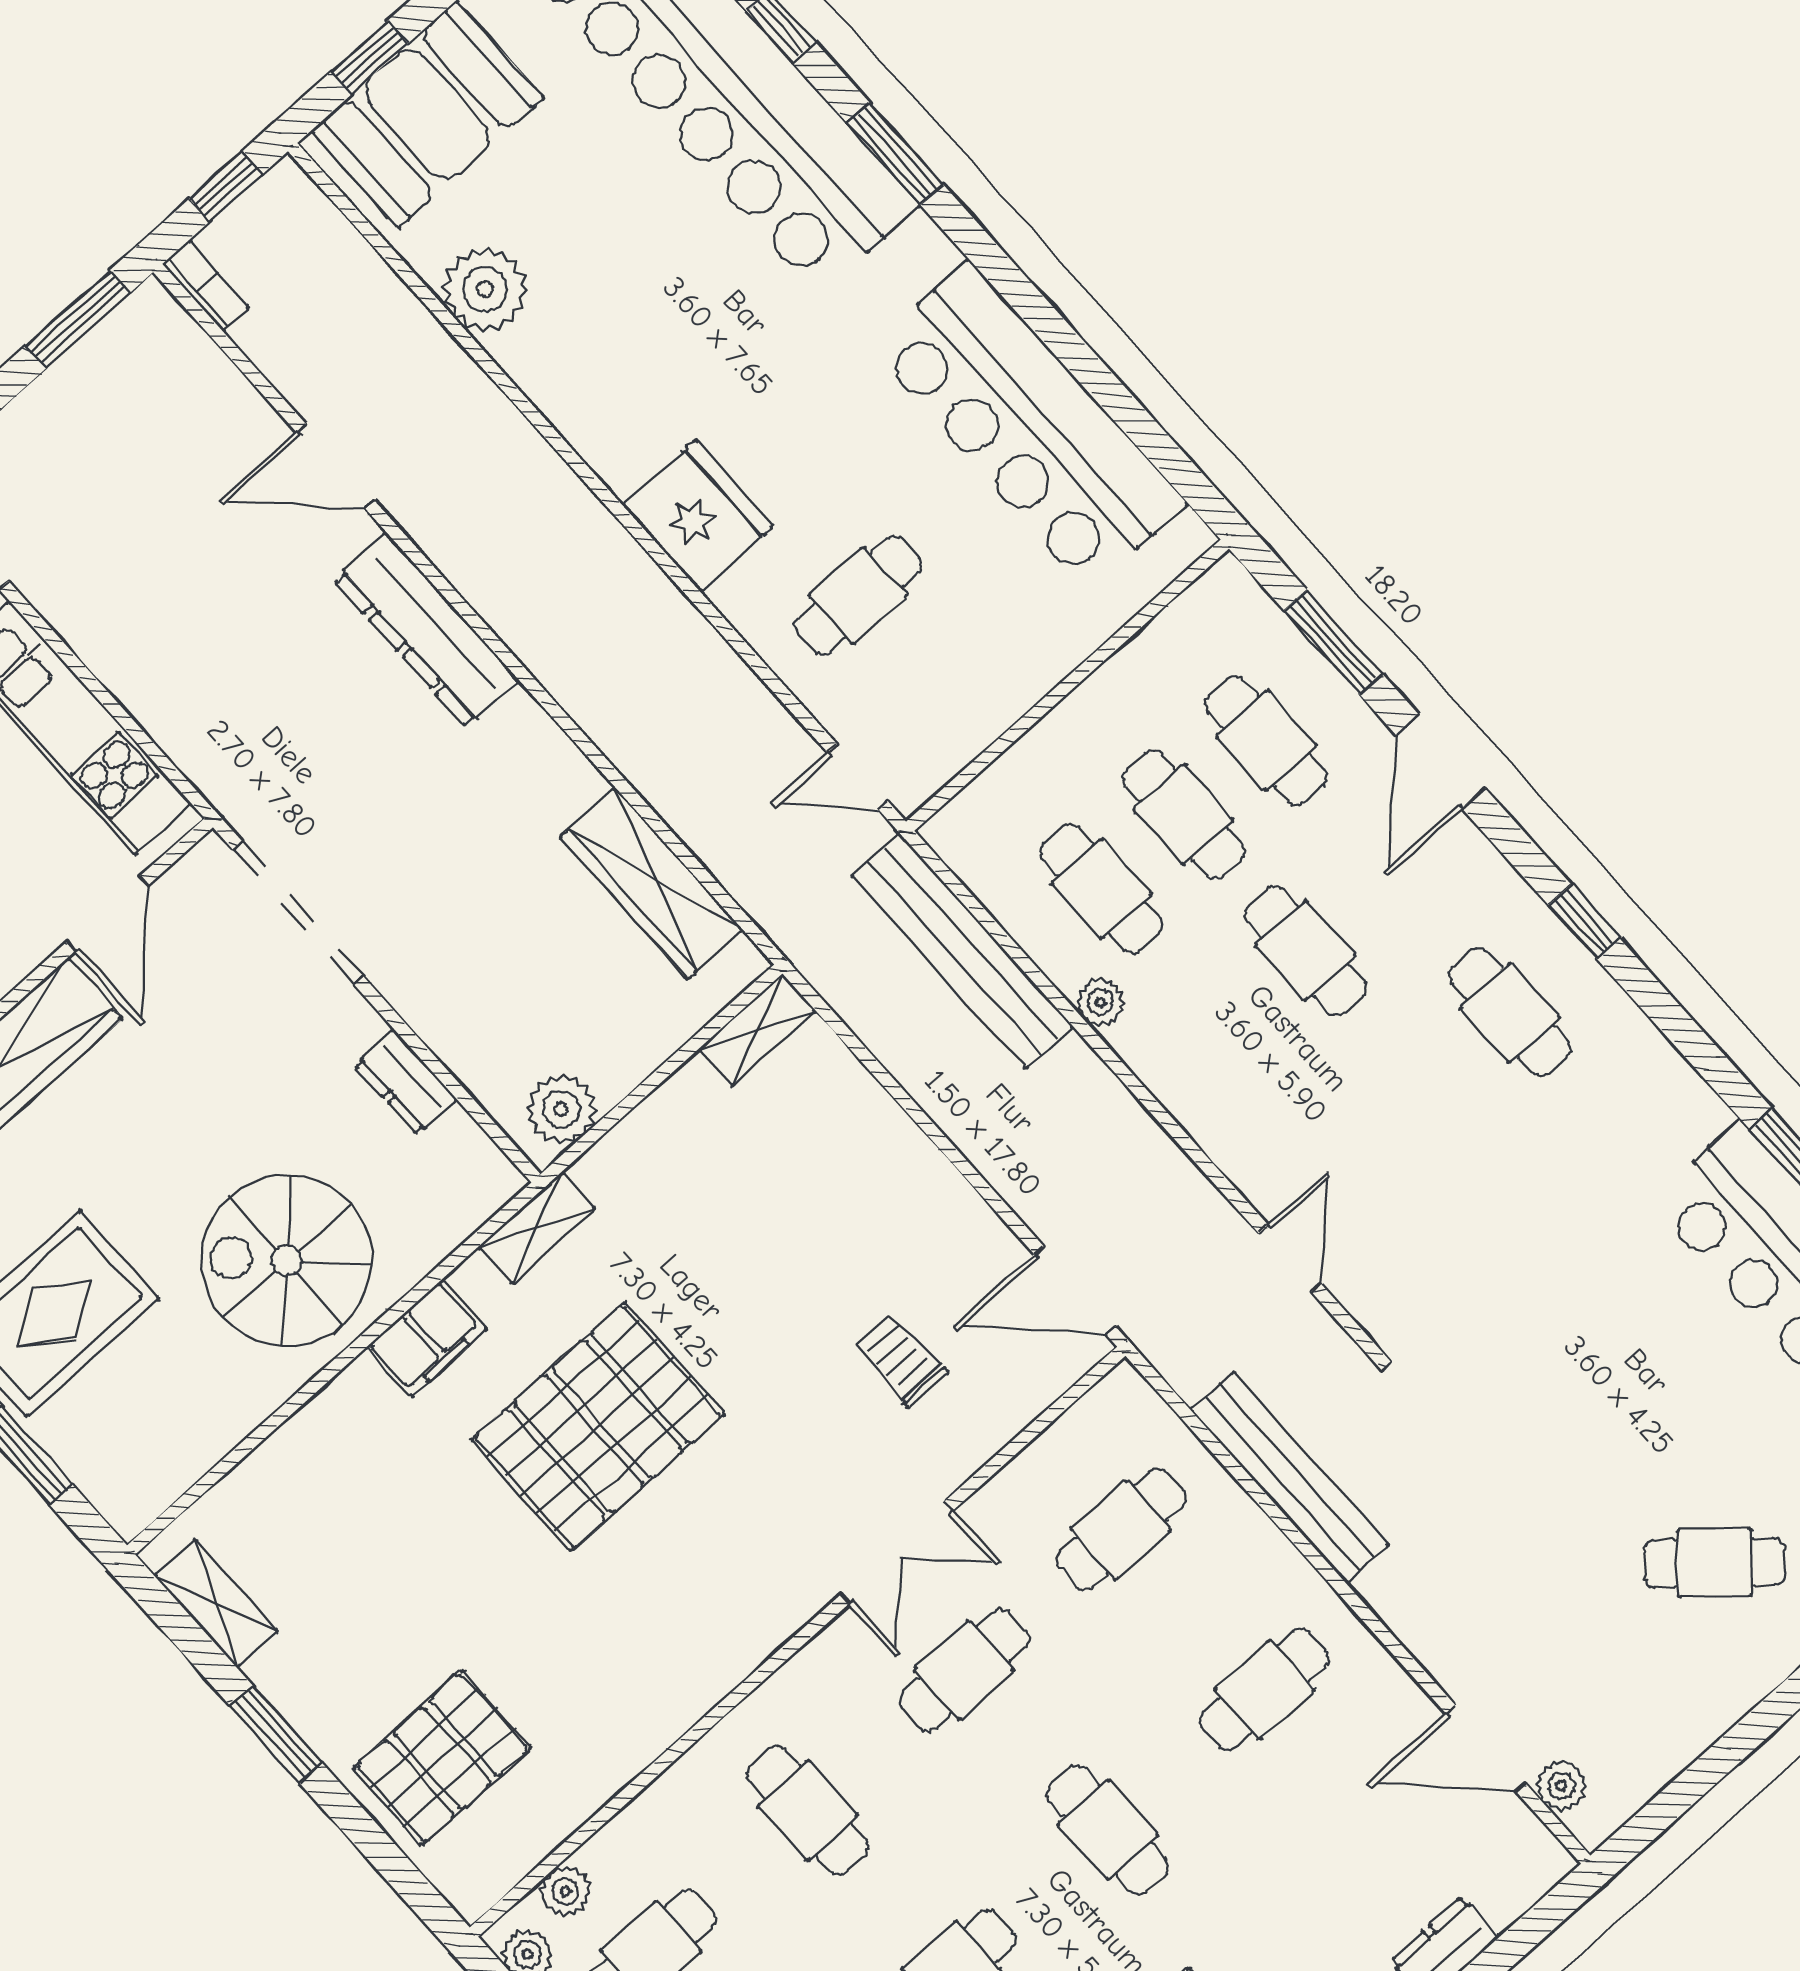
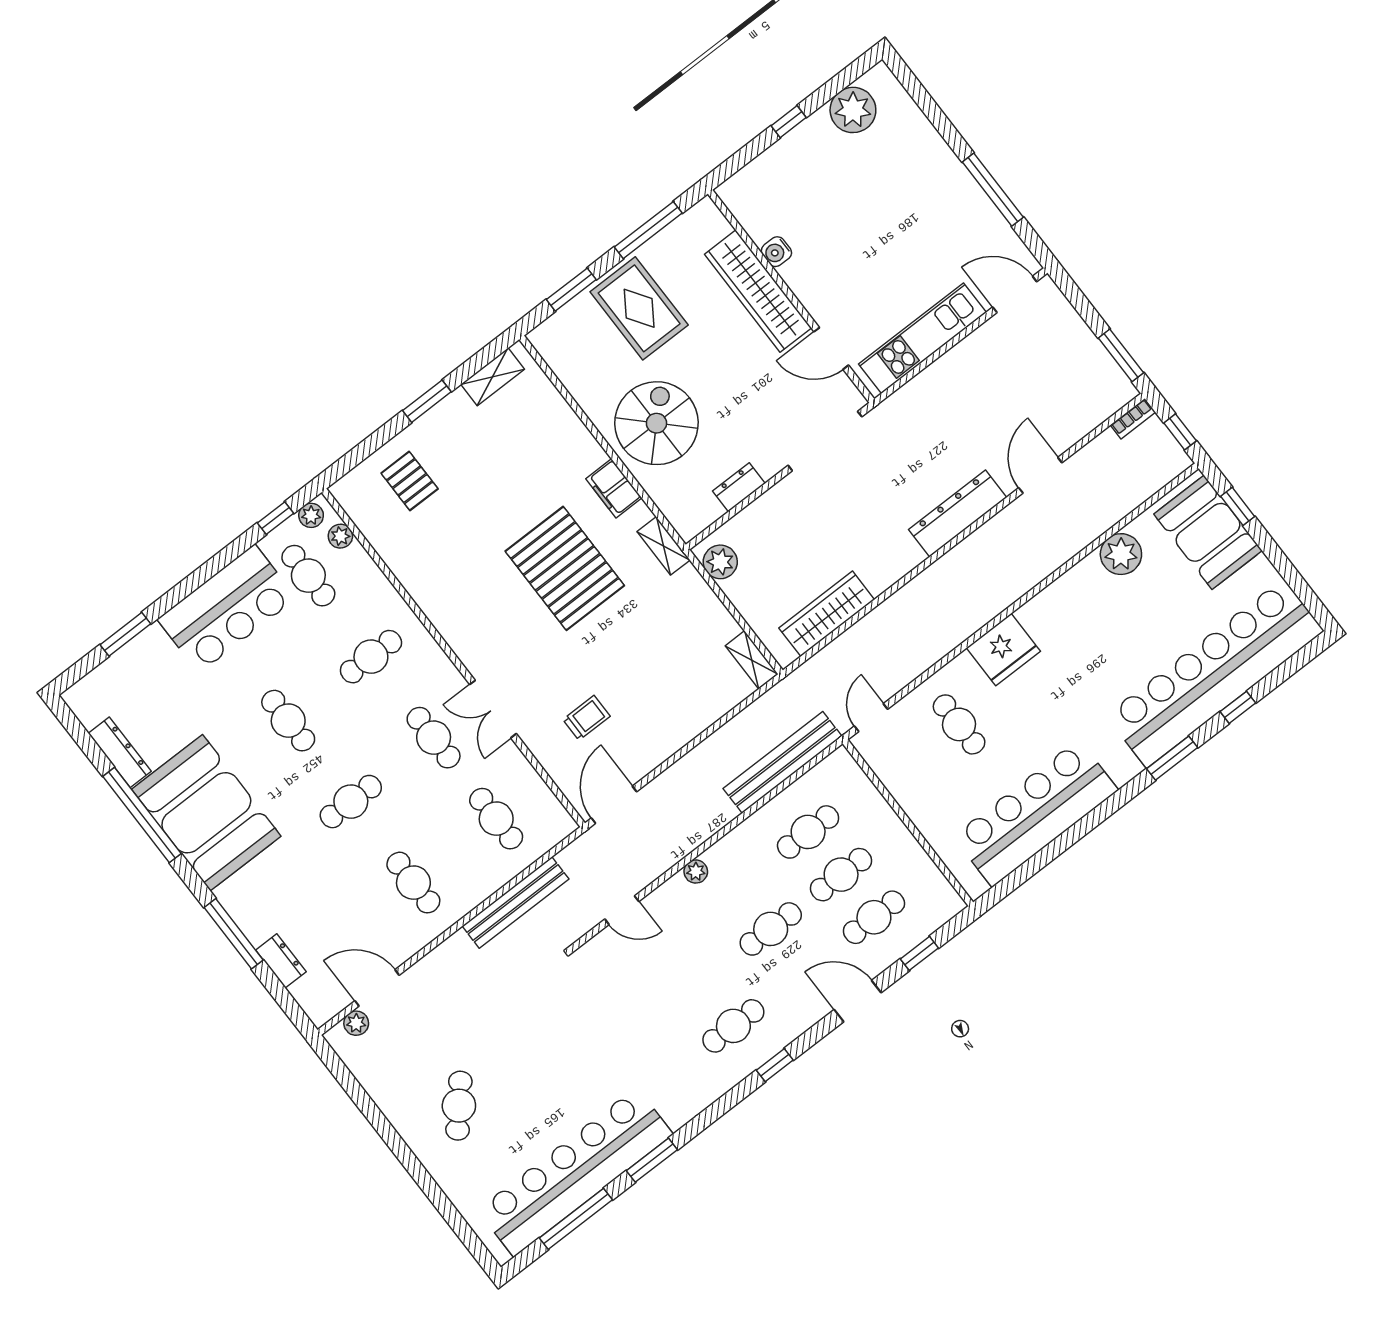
window: (1333, 642) -> (919, 953), width x0.67
plant: (1100, 1002) -> (696, 872), moved
door: (1486, 1748) -> (377, 988), hinge flipped
pallet: (442, 1758) -> (410, 481), width x0.67, depth x0.71

